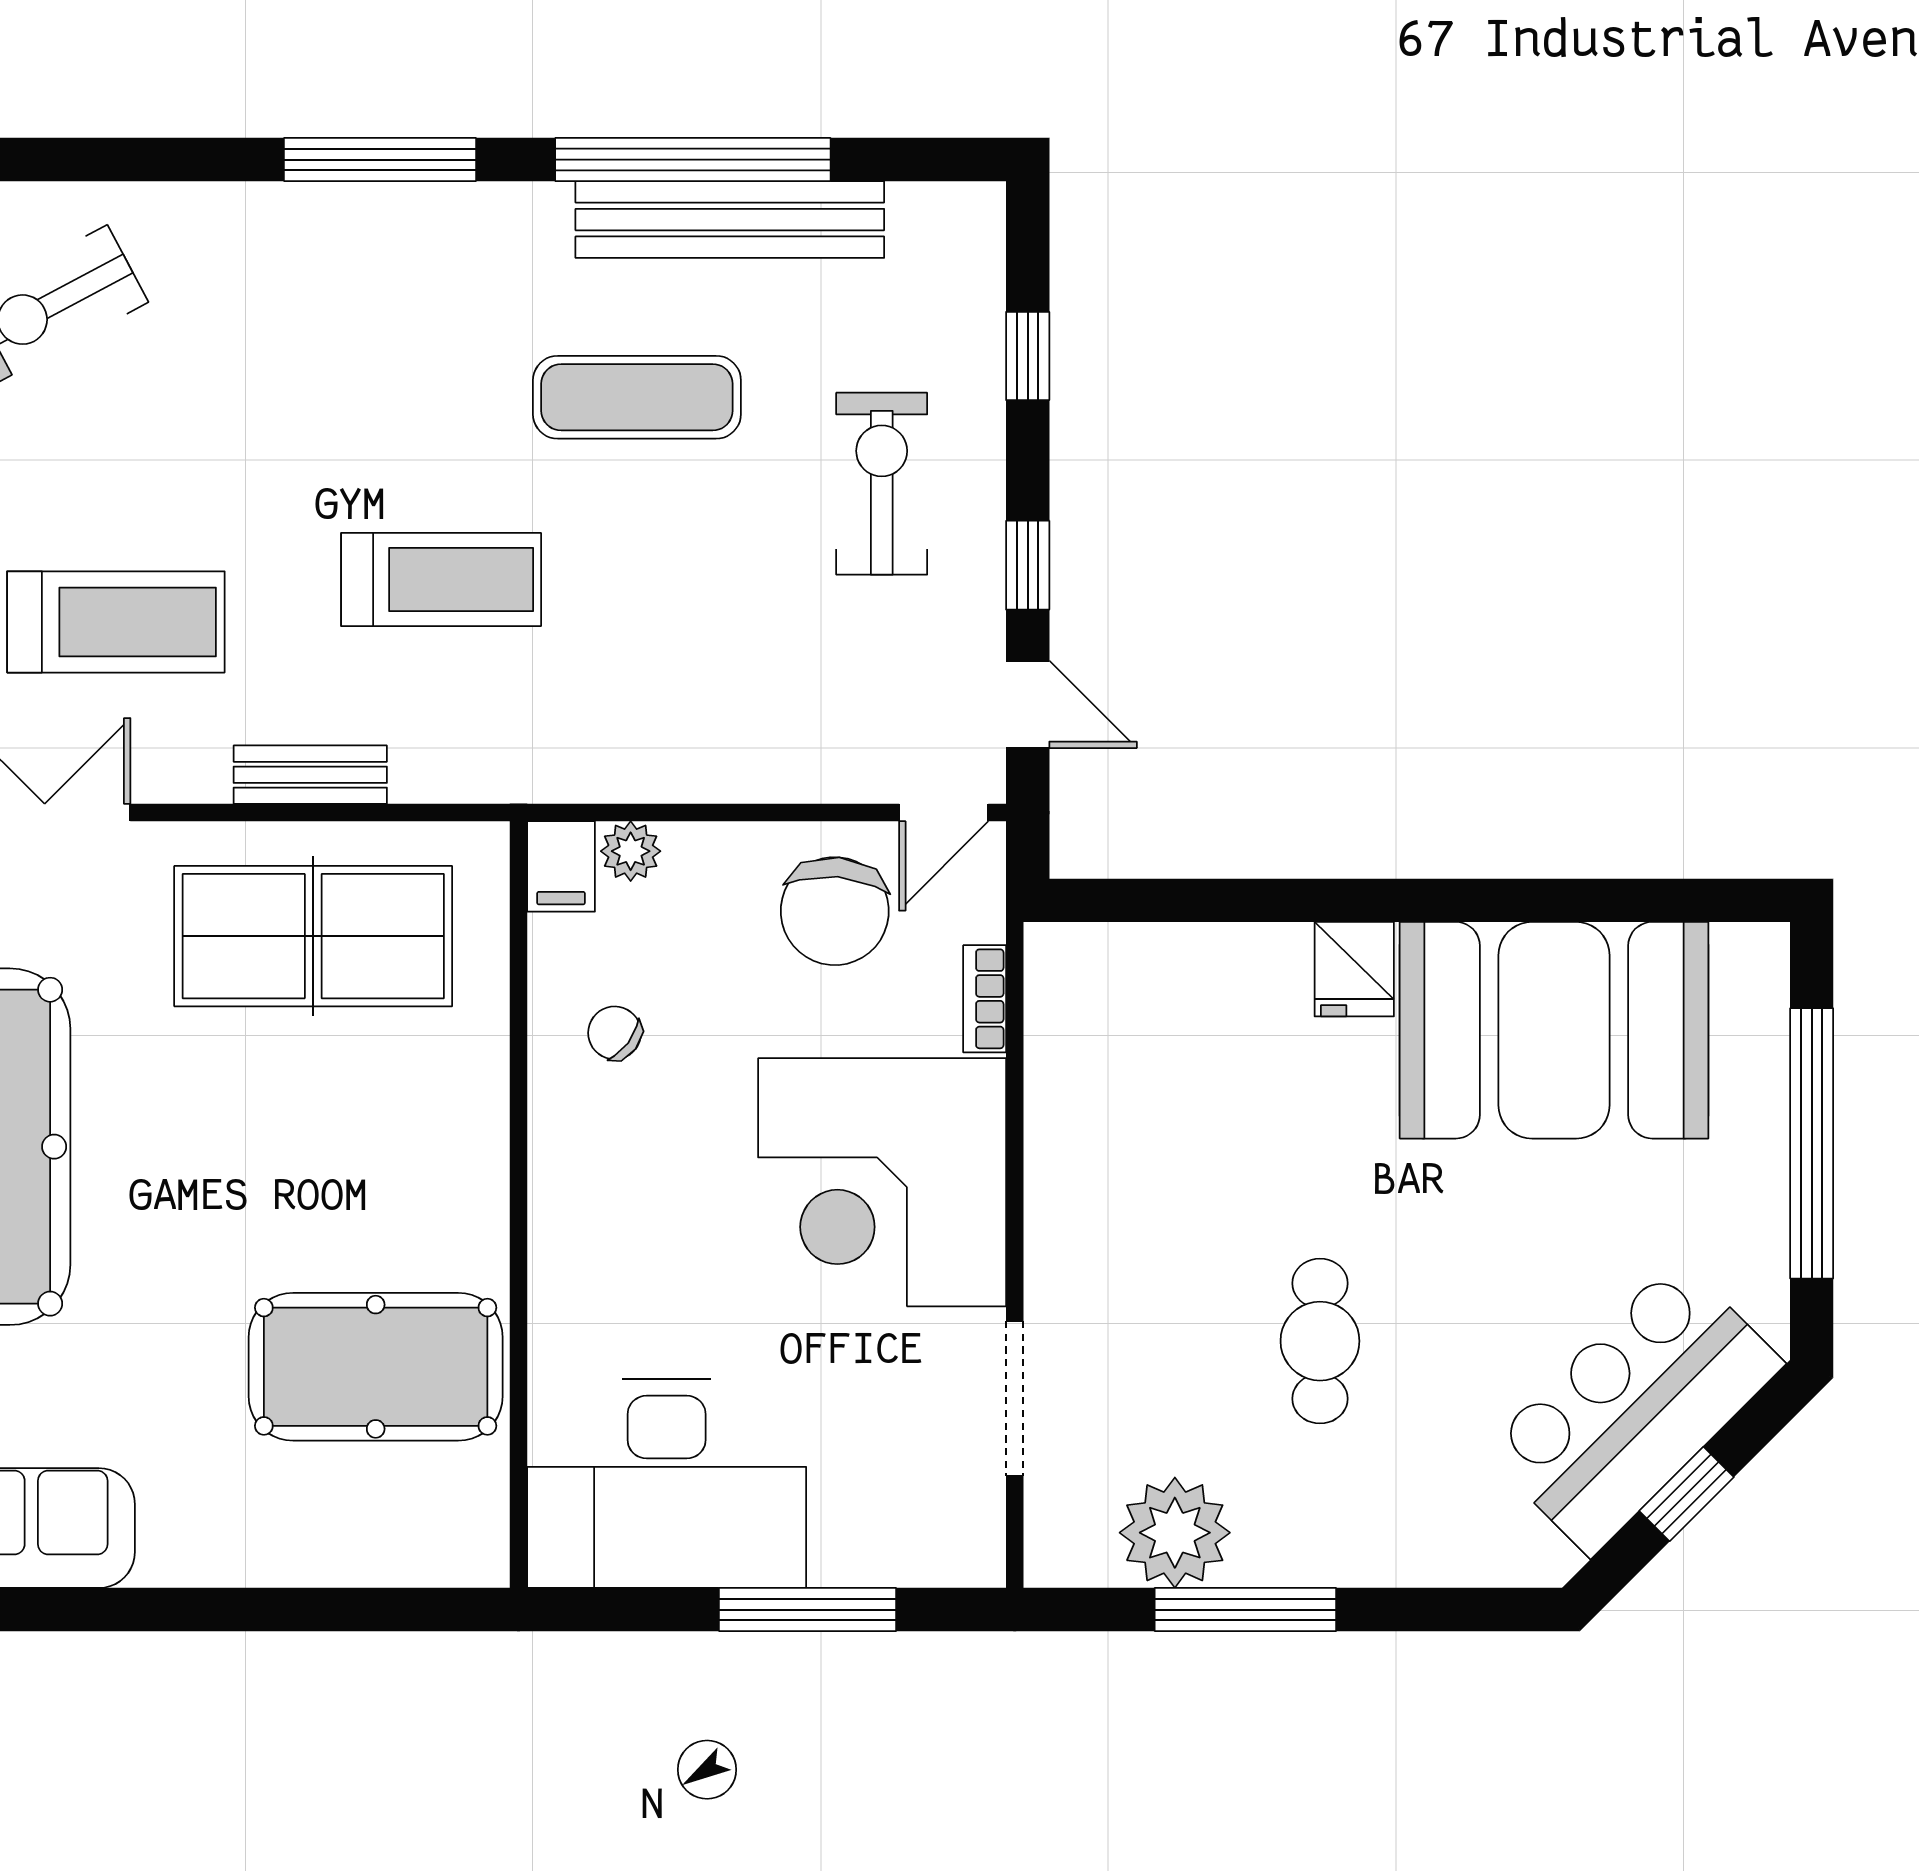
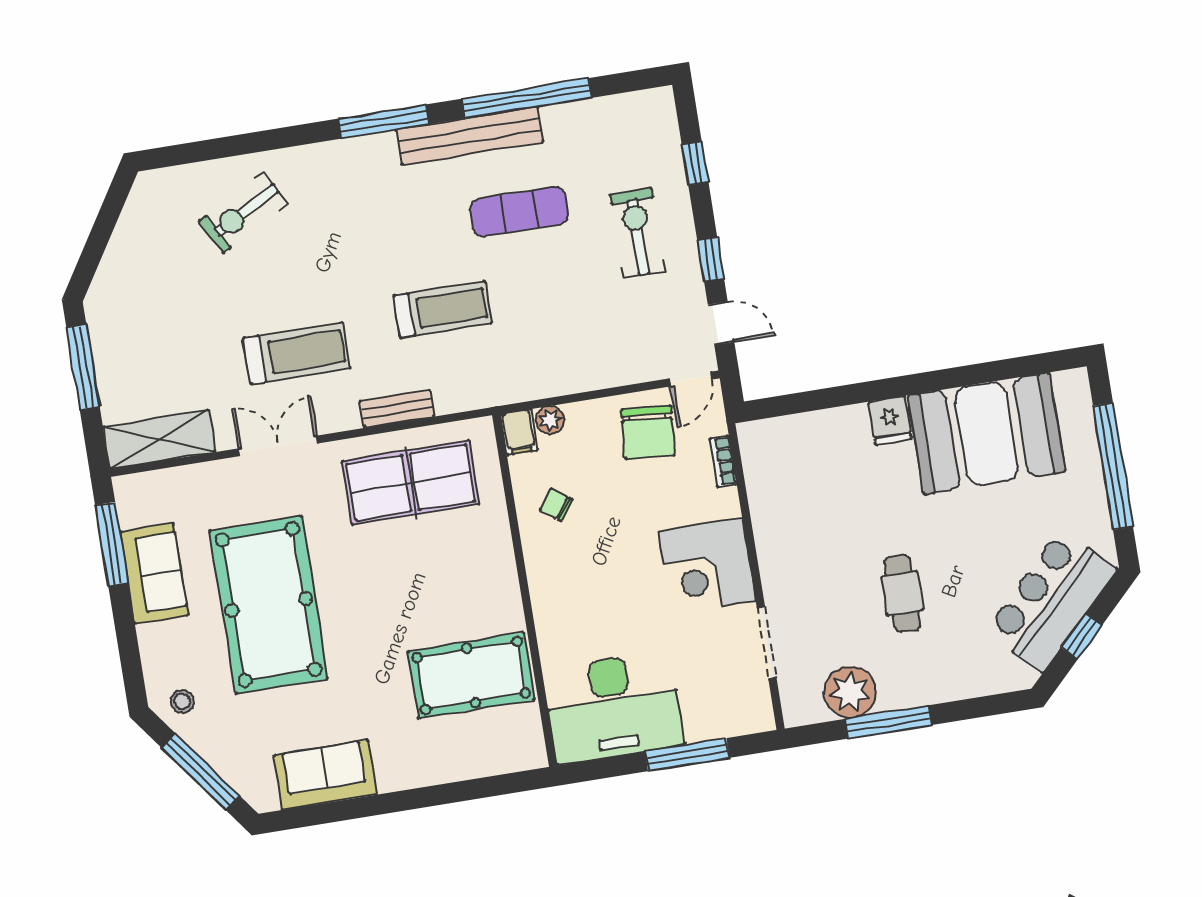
bench: (730, 220) -> (470, 136), moved
corner desk: (882, 1182) -> (707, 566), width x0.74, depth x0.74

